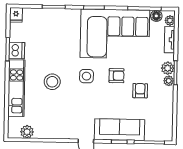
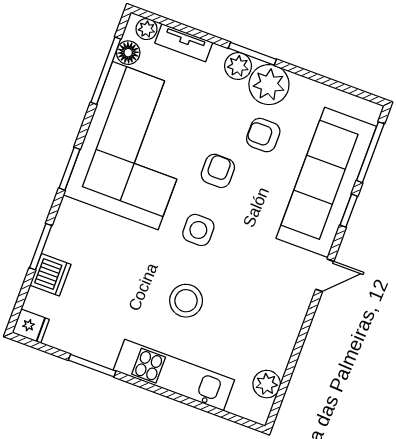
dishwasher: (17, 50) -> (50, 275), moved, turned 90
plant: (169, 81) -> (269, 85), width x1.88, depth x1.88
sofa: (120, 130) -> (326, 182), width x1.36, depth x1.27

